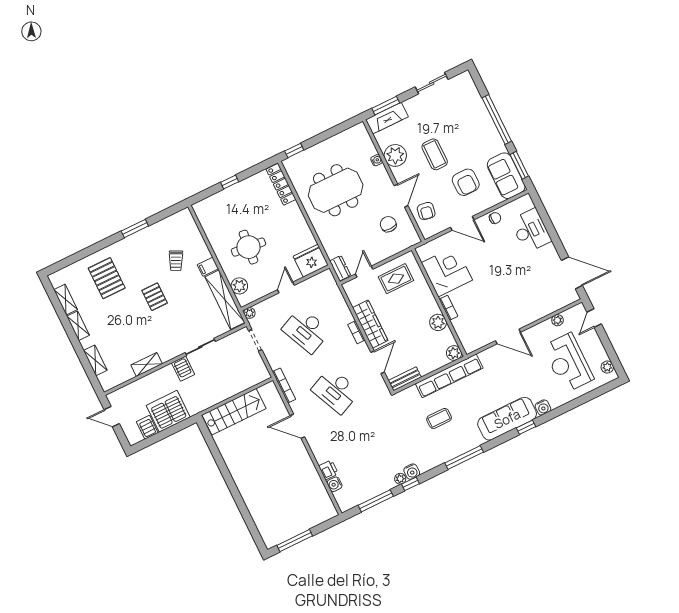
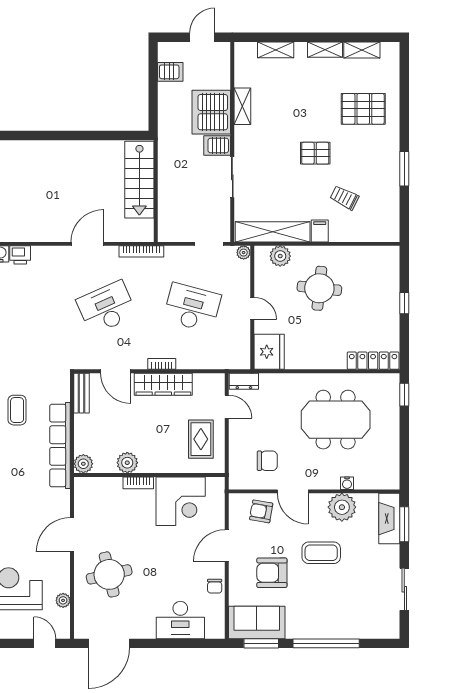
meeting table: (336, 190) -> (336, 420), turned 90
round table: (523, 297) -> (109, 574), added
desk: (306, 330) -> (192, 308), turned 39
server rack: (168, 411) -> (211, 112), moved, turned 180

